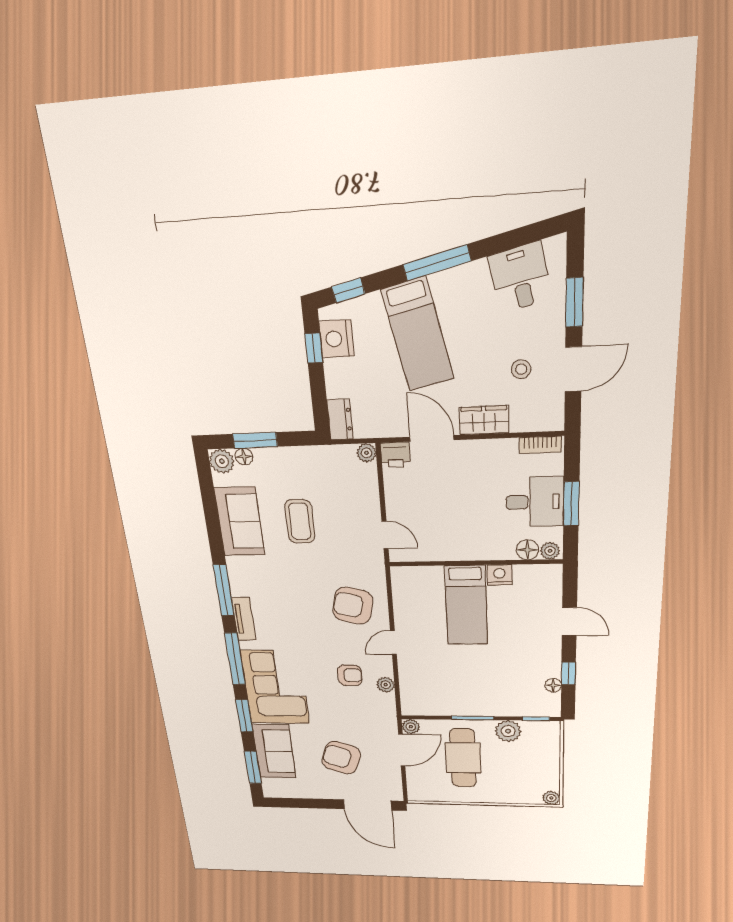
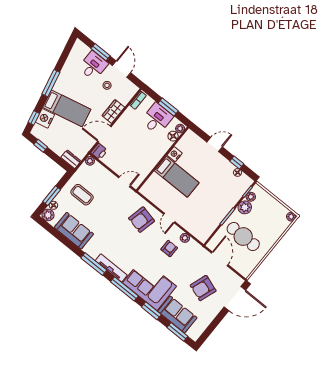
desk: (520, 278) -> (93, 66), moved, turned 103
nightstand: (336, 339) -> (45, 118), moved, turned 77
coffee table: (300, 521) -> (82, 195), moved
tv unit: (244, 619) -> (111, 268), width x1.41
plant: (411, 727) -> (251, 197), moved

